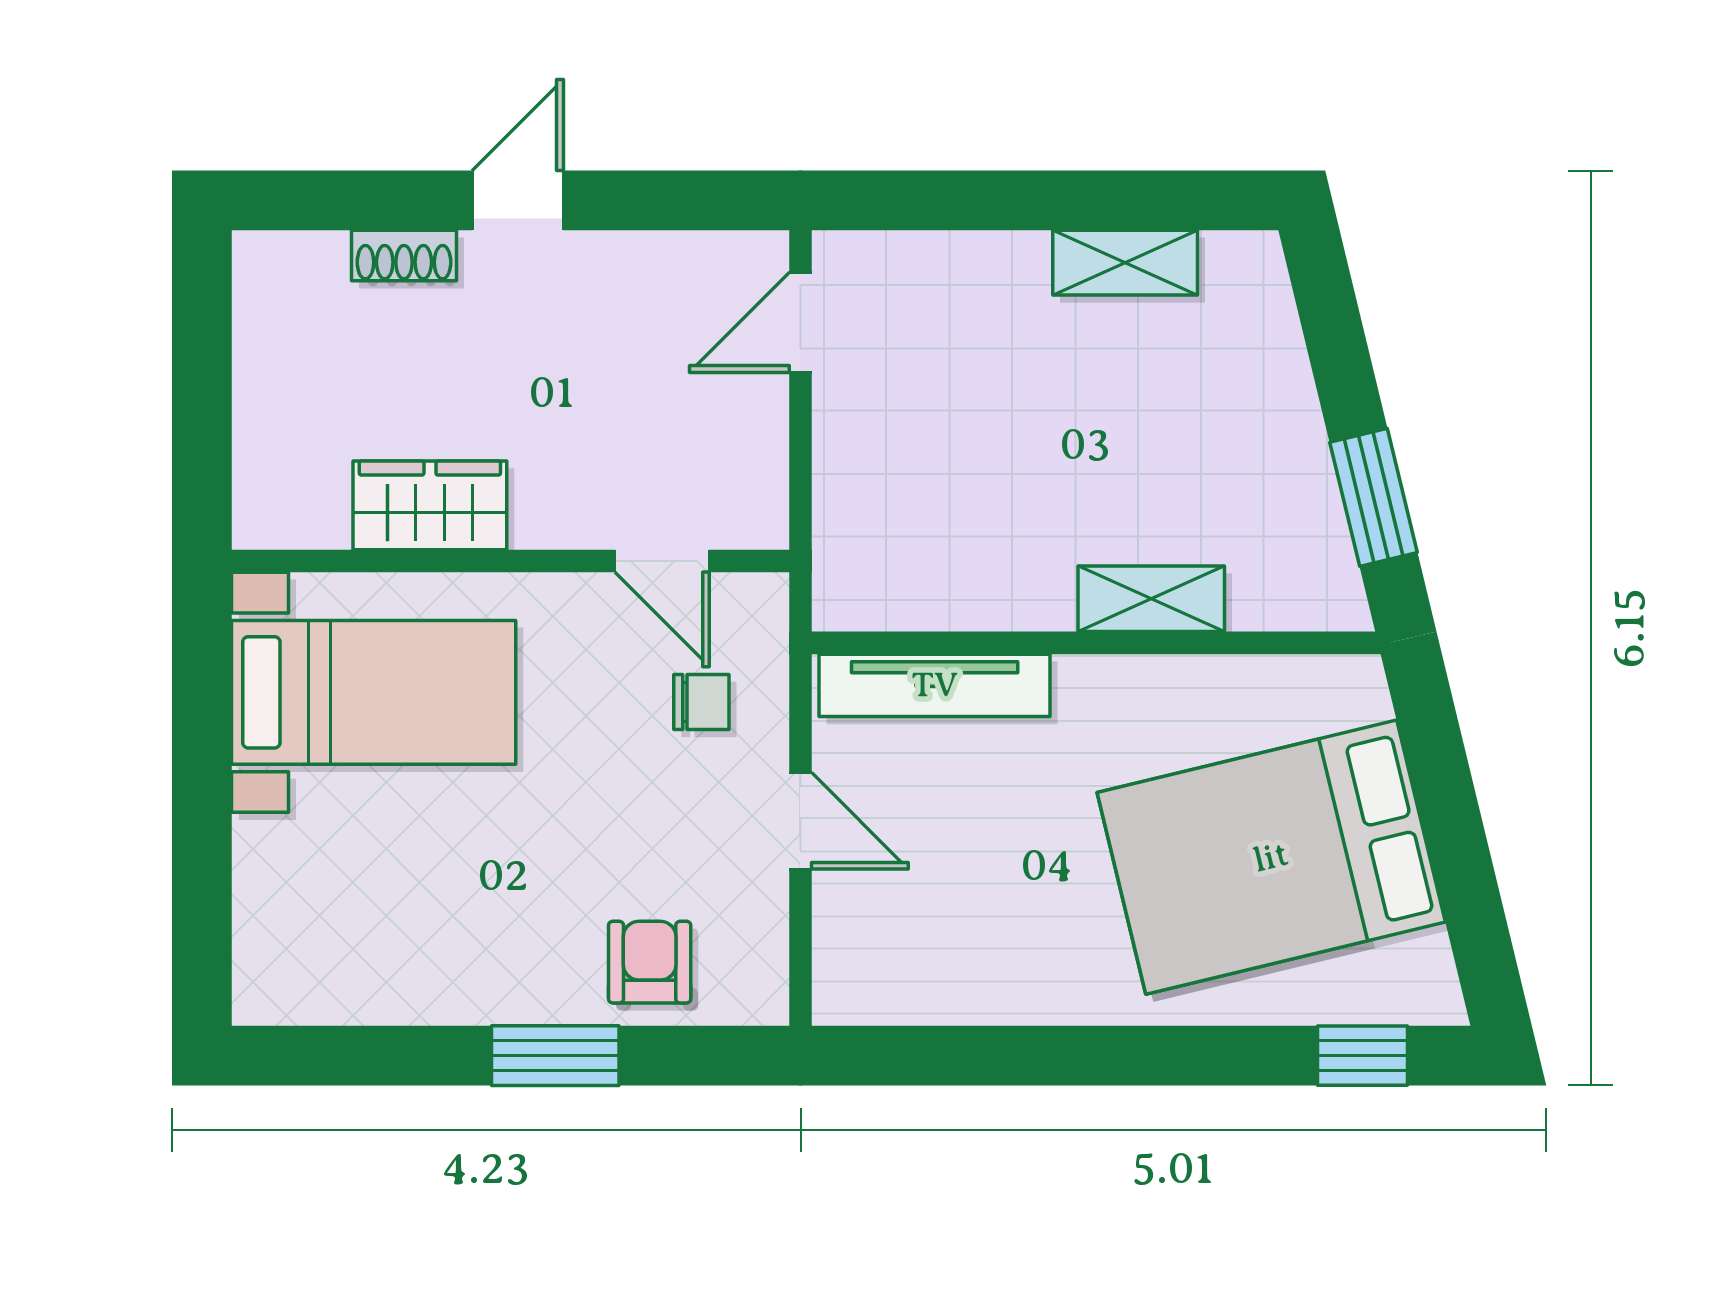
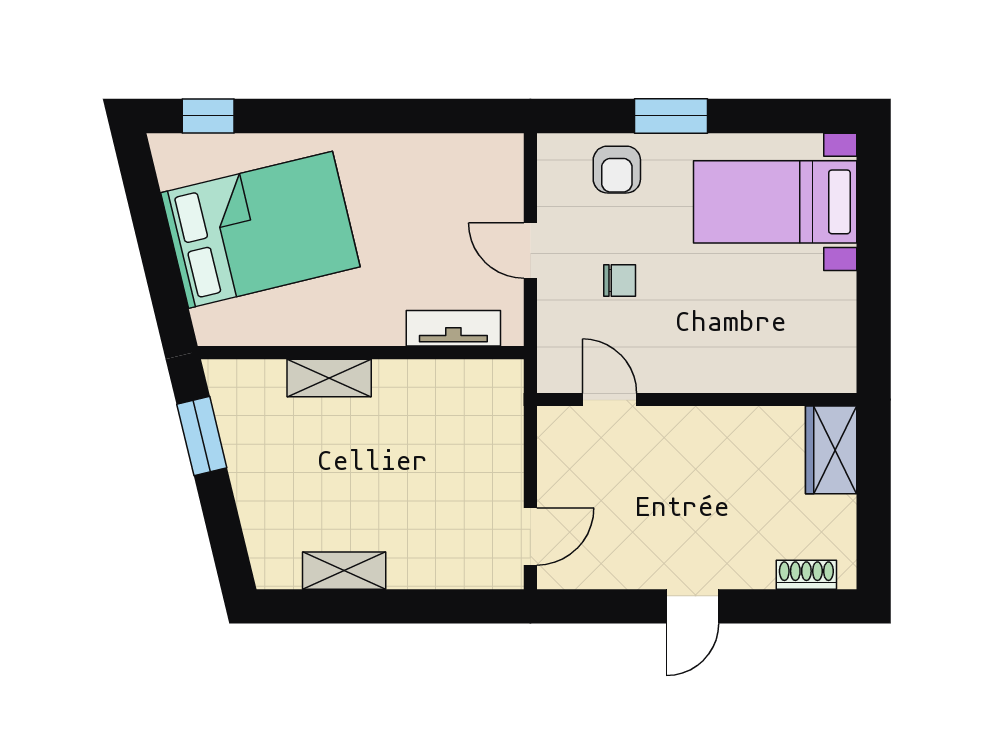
shoe rack: (404, 256) -> (806, 575), moved
wardrobe: (430, 505) -> (831, 450), moved, turned 90
tv unit: (935, 685) -> (453, 328), width x0.71
bed with nightstands: (374, 692) -> (775, 202), moved
chair: (701, 702) -> (620, 280), moved, turned 180

